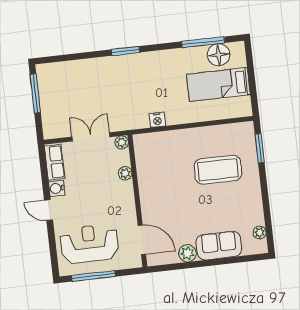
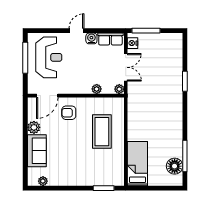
window: (126, 51) -> (185, 81), moved
bed: (218, 85) -> (137, 164), moved
window: (35, 93) -> (146, 31), moved
nightstand: (157, 120) -> (133, 43), moved
coffee table: (218, 170) -> (102, 132), moved
armchair: (162, 208) -> (69, 113), added

